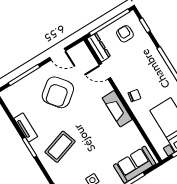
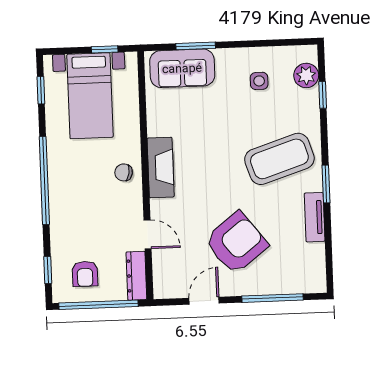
door: (58, 54) -> (204, 301), hinge flipped
coffee table: (60, 147) -> (279, 159), width x1.36, depth x1.32

